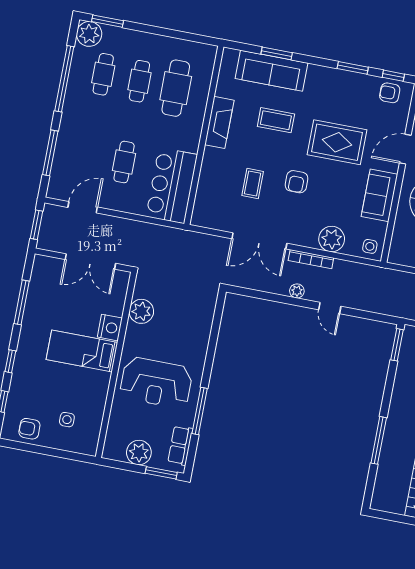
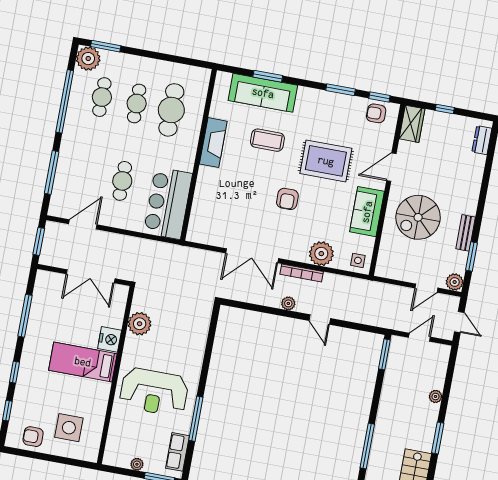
coffee table: (253, 184) -> (245, 201), removed
side table: (67, 420) -> (69, 428), width x1.87, depth x1.87
plant: (139, 453) -> (137, 464), width x0.53, depth x0.53

